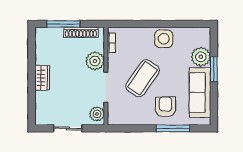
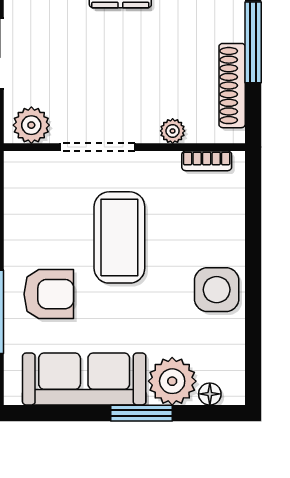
floor lamp: (206, 42) -> (210, 394), added
plant: (95, 61) -> (173, 131), width x0.53, depth x0.53
coffee table: (143, 78) -> (119, 237), turned 55

